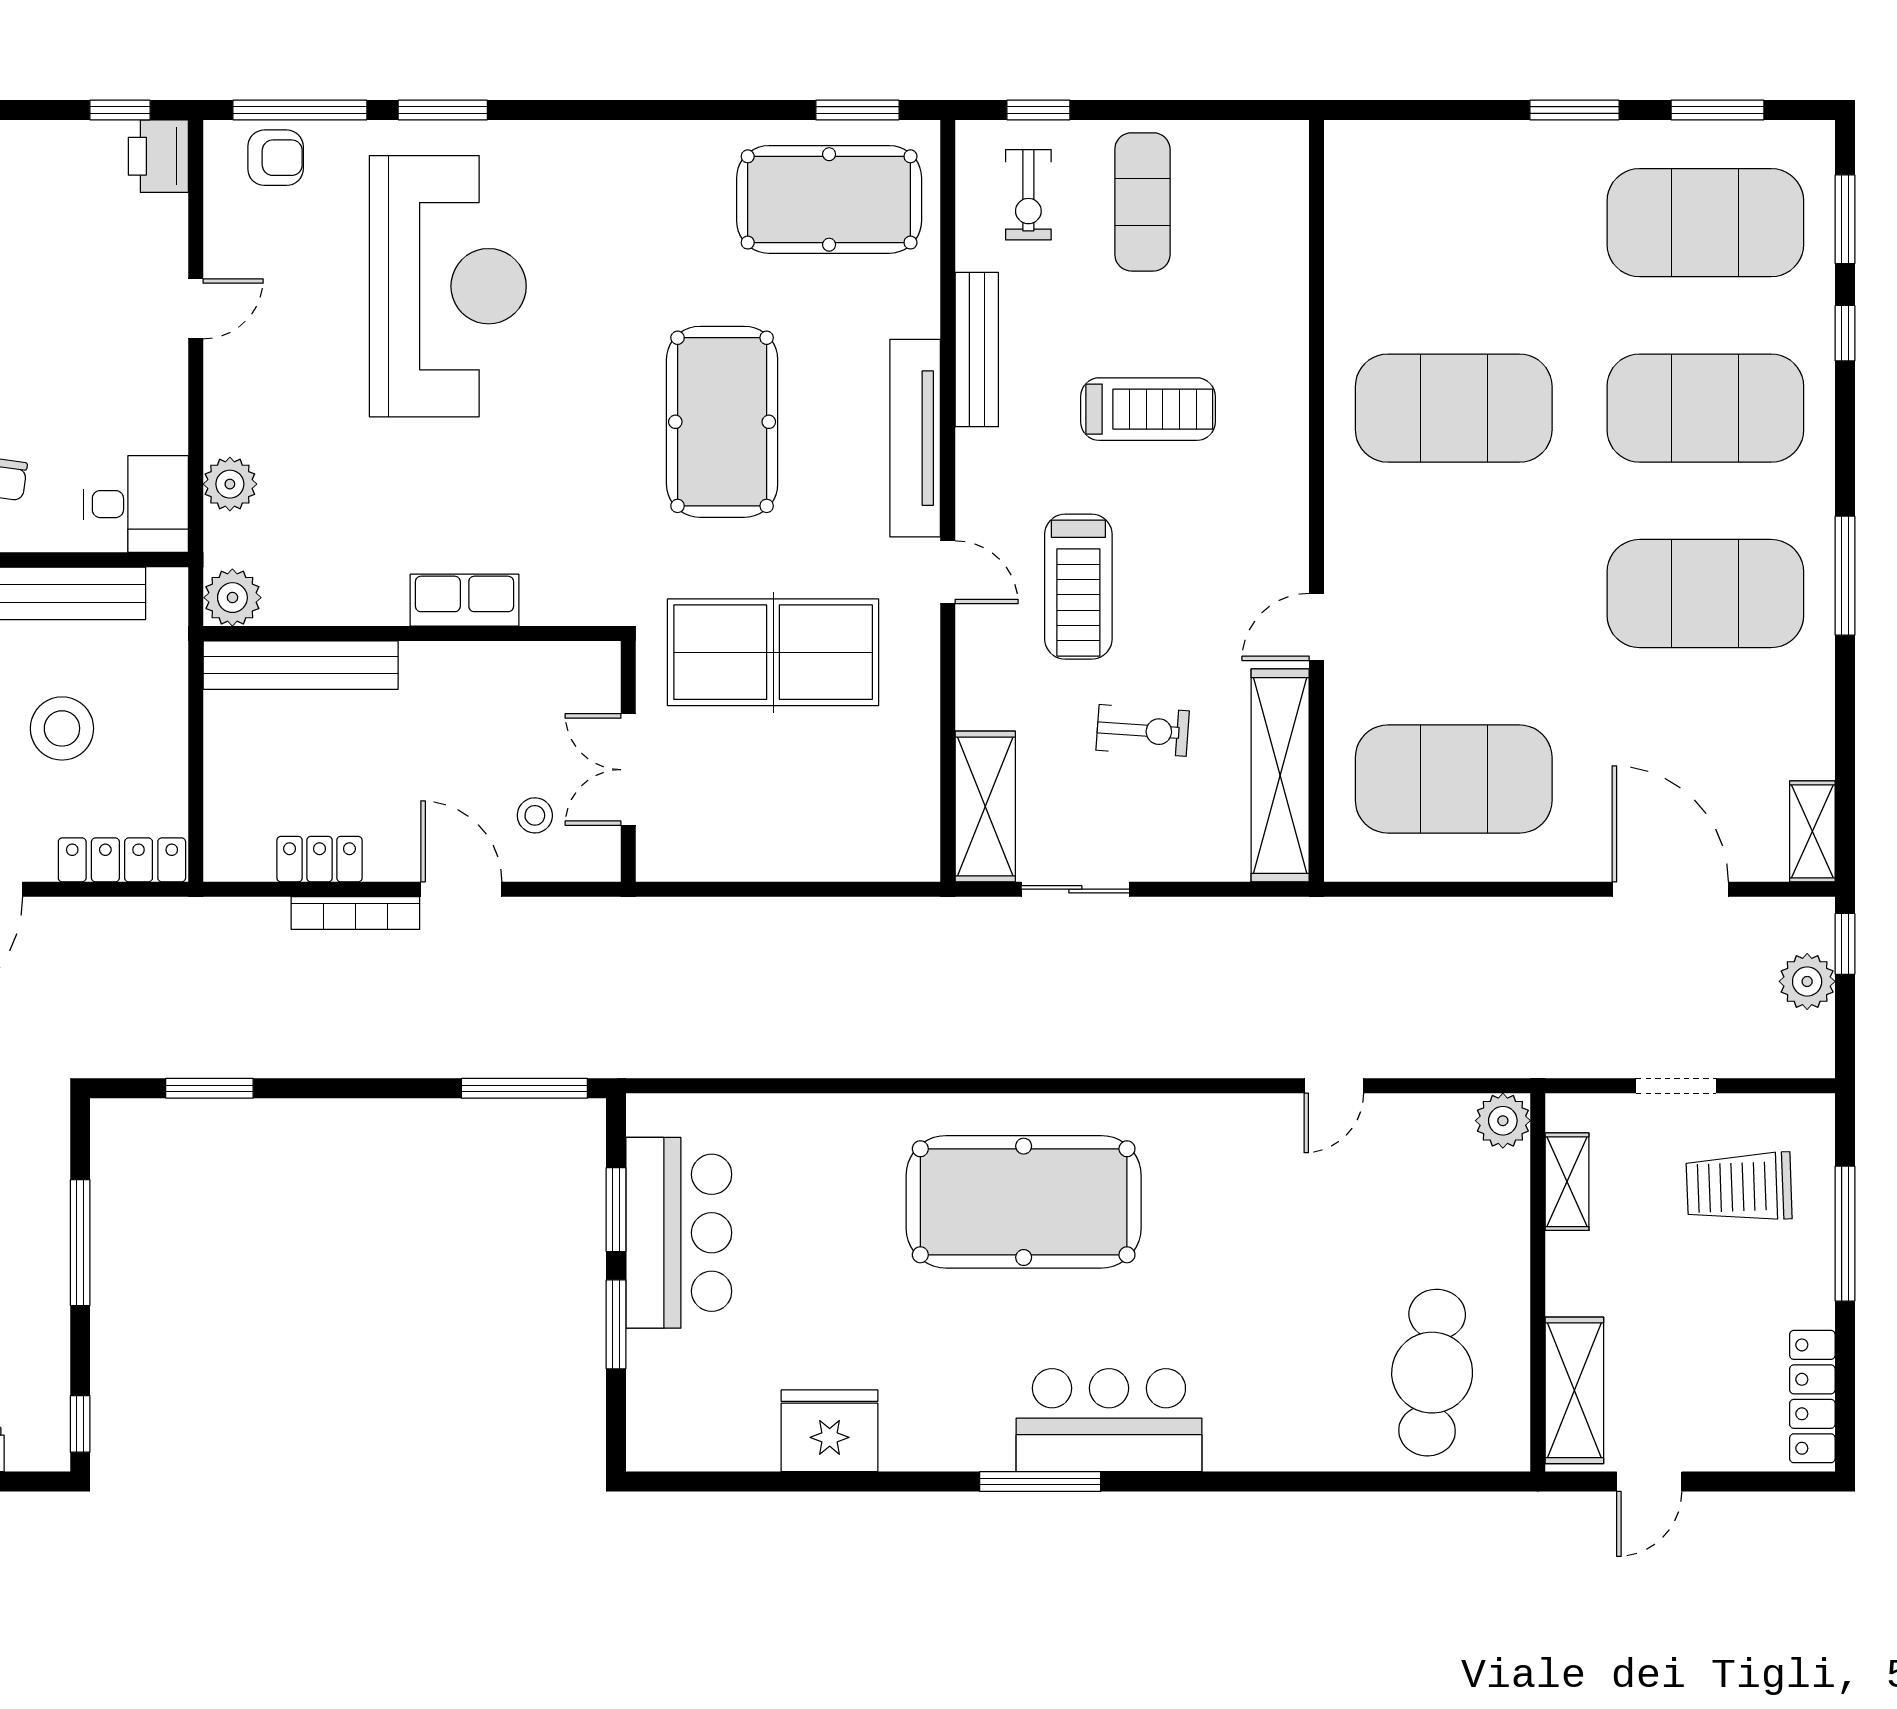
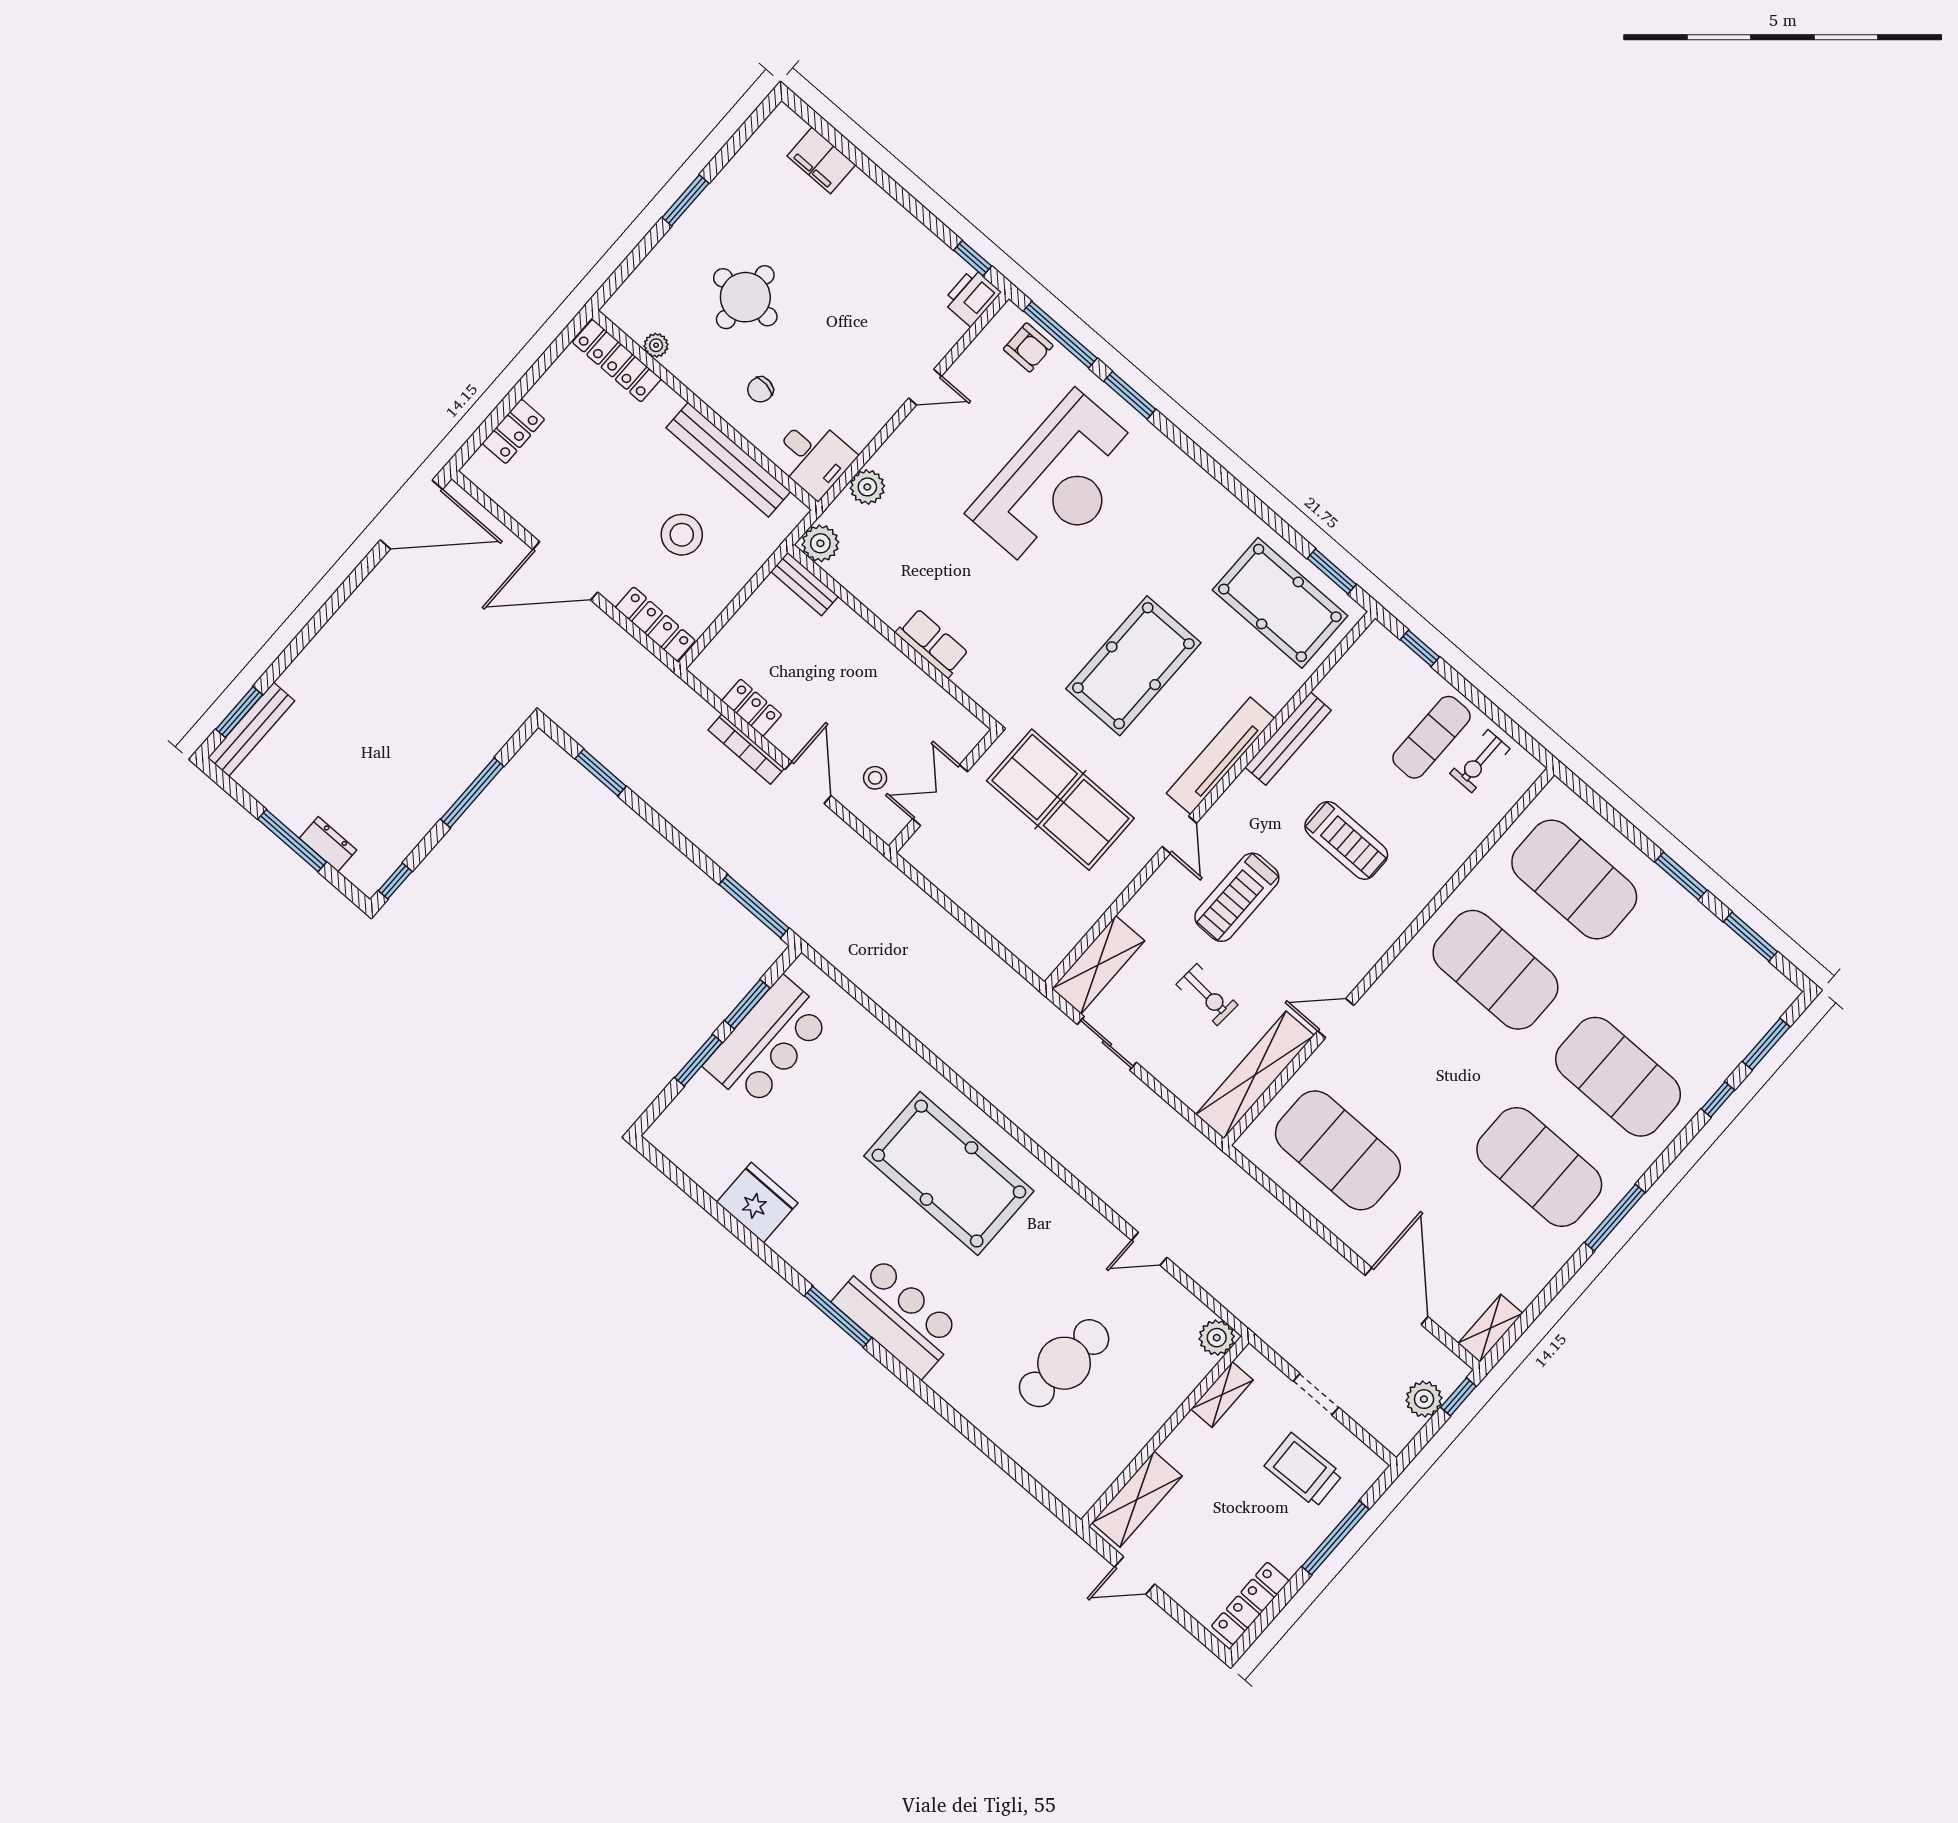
exercise bike: (1028, 195) -> (1480, 761), moved
exercise mat: (1705, 223) -> (1574, 880), moved
bench: (301, 665) -> (805, 584), width x0.54, depth x0.82
cafe table: (1432, 1373) -> (1064, 1363), moved

